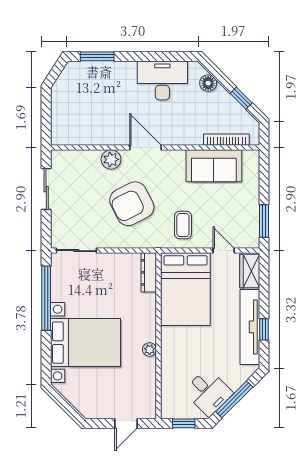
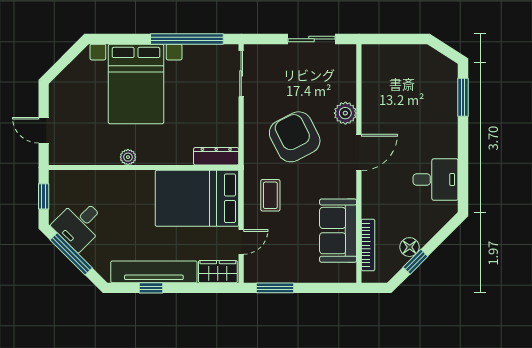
desk: (162, 80) -> (436, 180), width x0.73
floor lamp: (208, 83) -> (410, 247), moved
coffee table: (183, 225) -> (270, 195), turned 90

